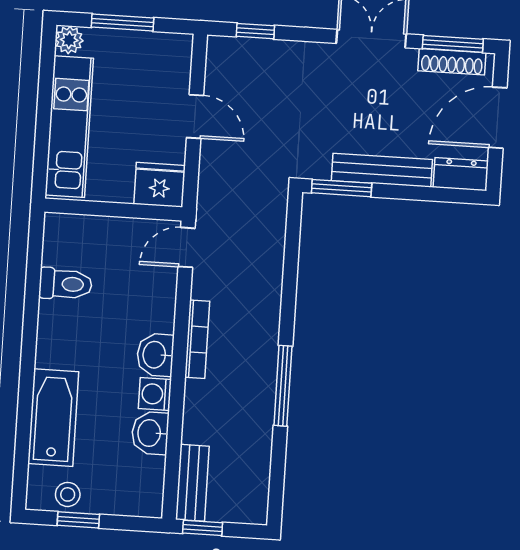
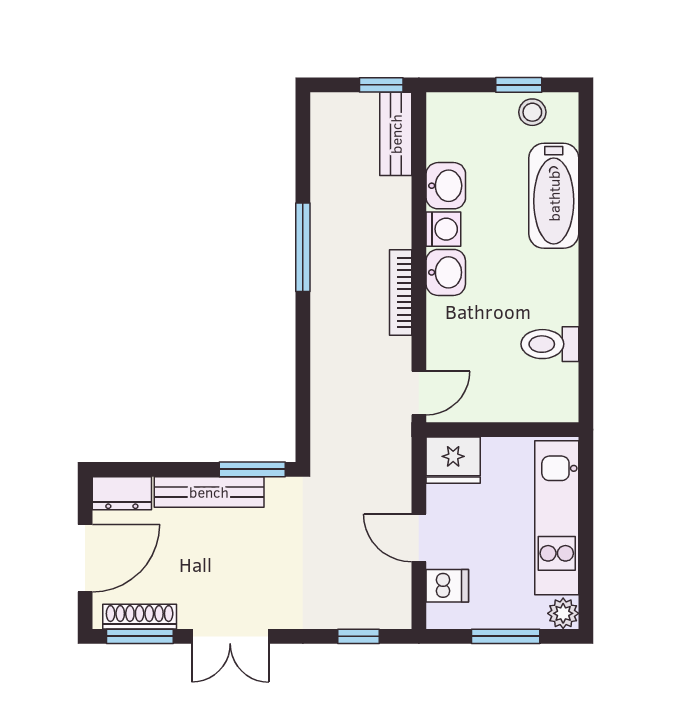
dishwasher: (172, 72) -> (447, 586), added

